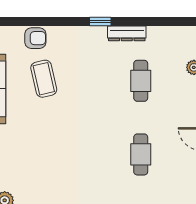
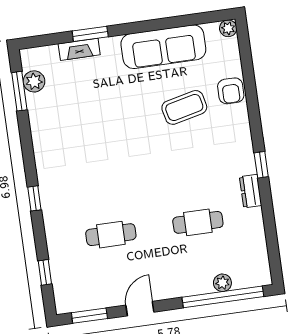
dresser: (127, 33) -> (251, 191), width x0.70

